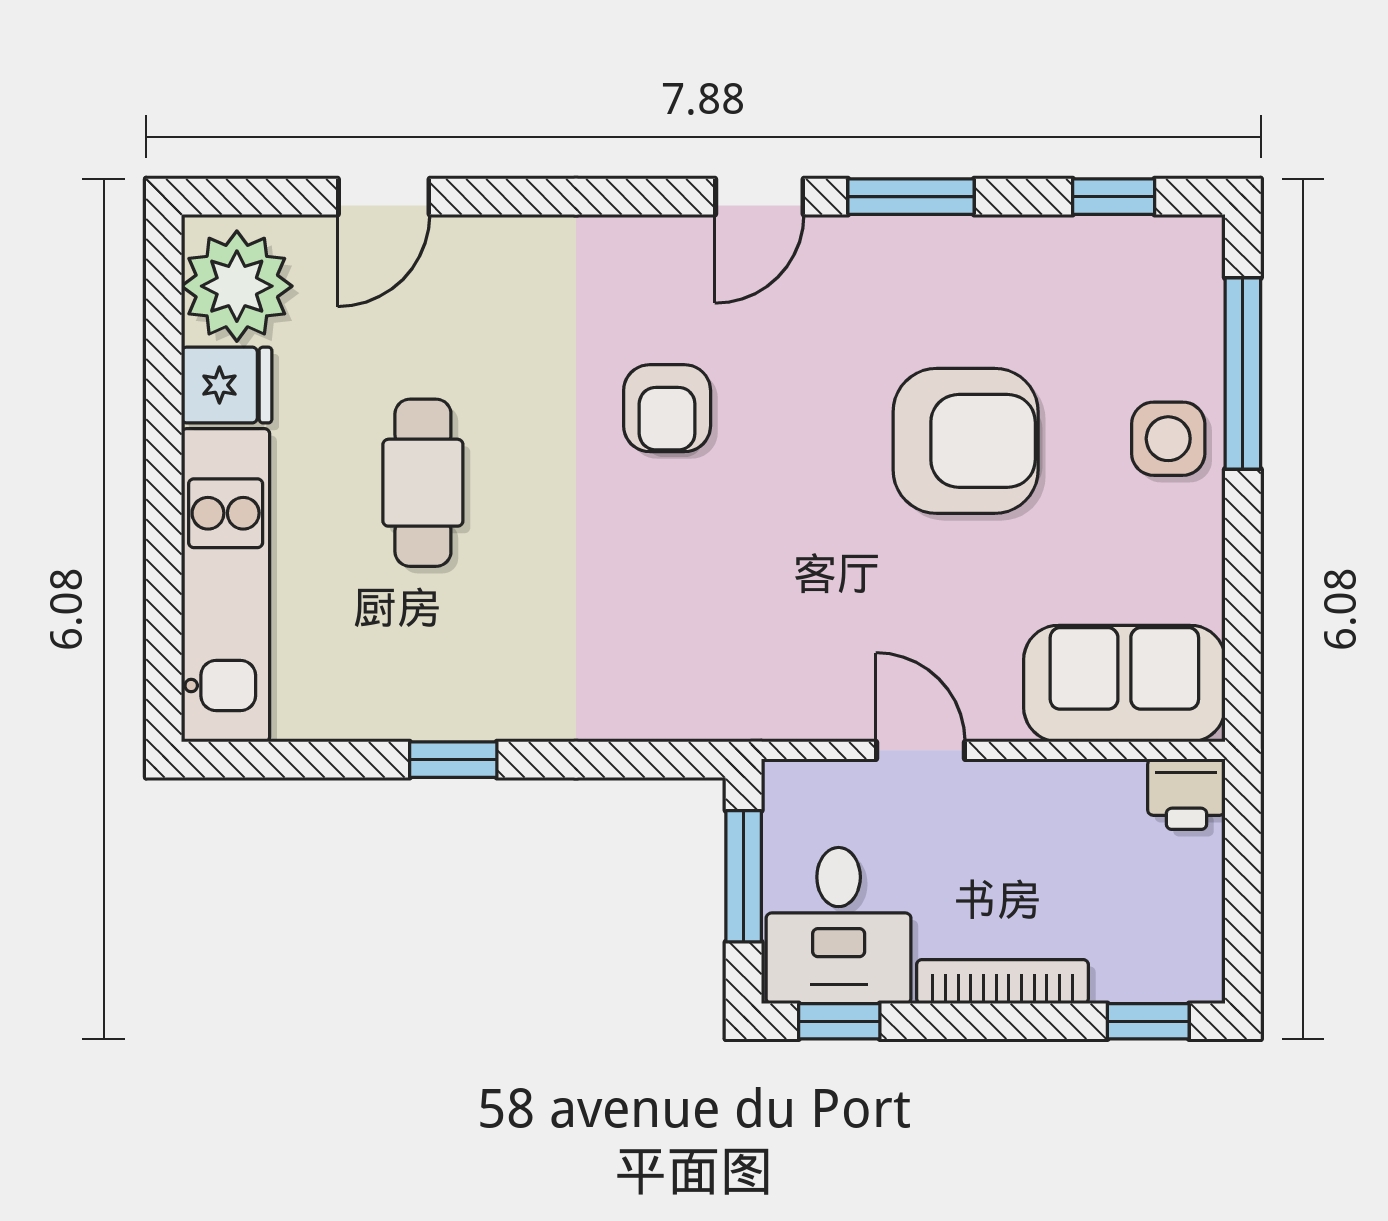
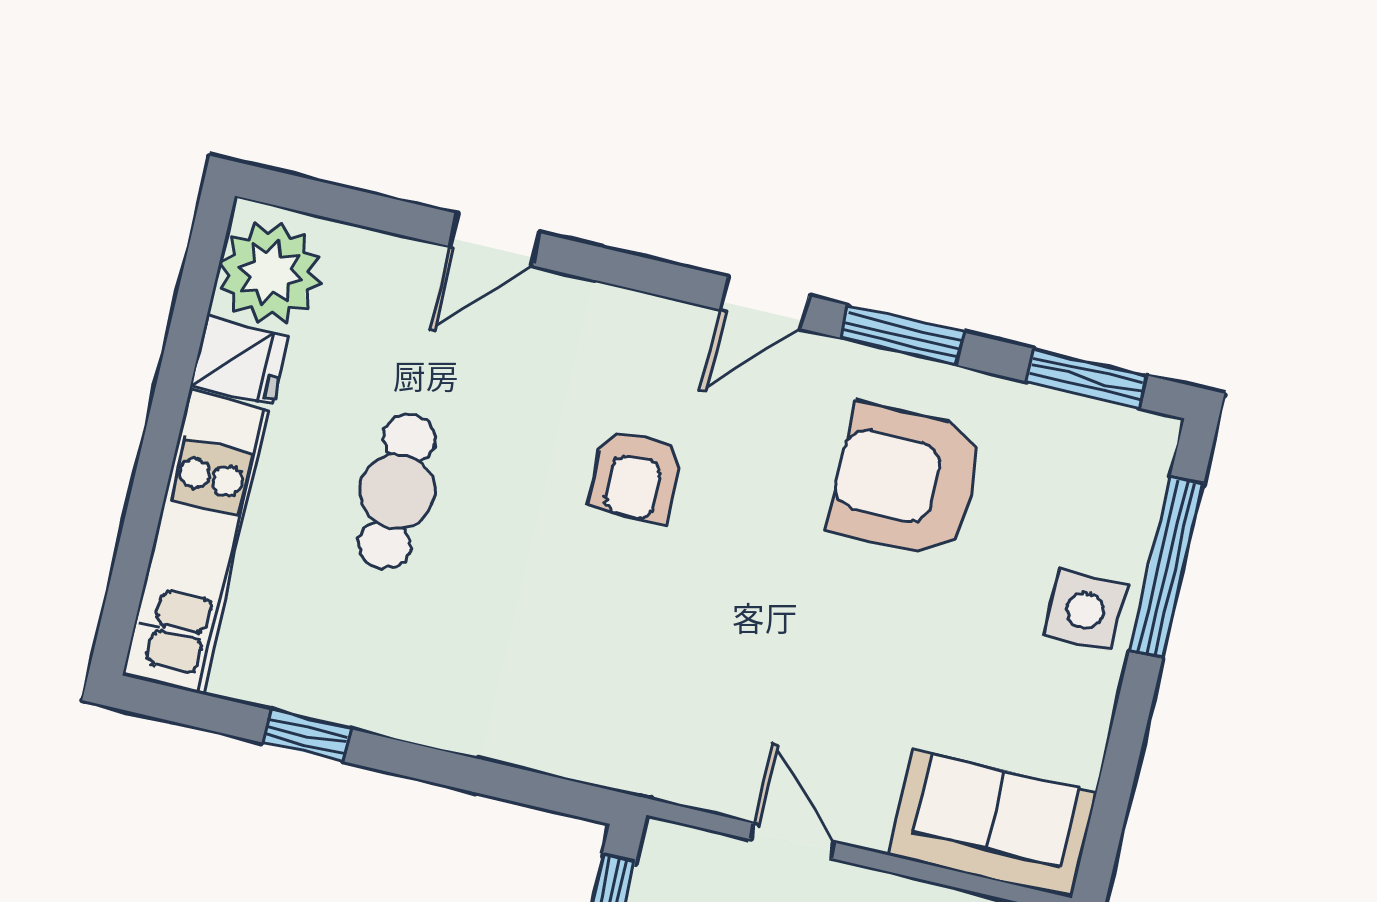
door: (384, 197) -> (495, 240), moved
window: (1114, 197) -> (1087, 378), width x1.50
armchair: (966, 441) -> (906, 480), moved, turned 180
window: (453, 760) -> (307, 736), moved

